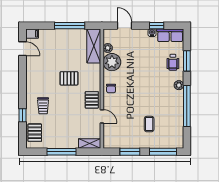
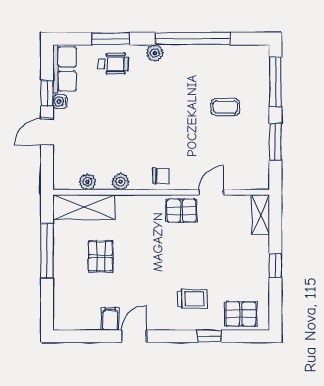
door: (125, 26) -> (47, 132), moved
filing cabinet: (32, 34) -> (110, 319), moved
door: (22, 49) -> (134, 336), moved
plant: (112, 62) -> (120, 182), width x0.53, depth x0.53
pallet: (69, 78) -> (101, 256), moved
window: (61, 152) -> (275, 266), width x0.46

